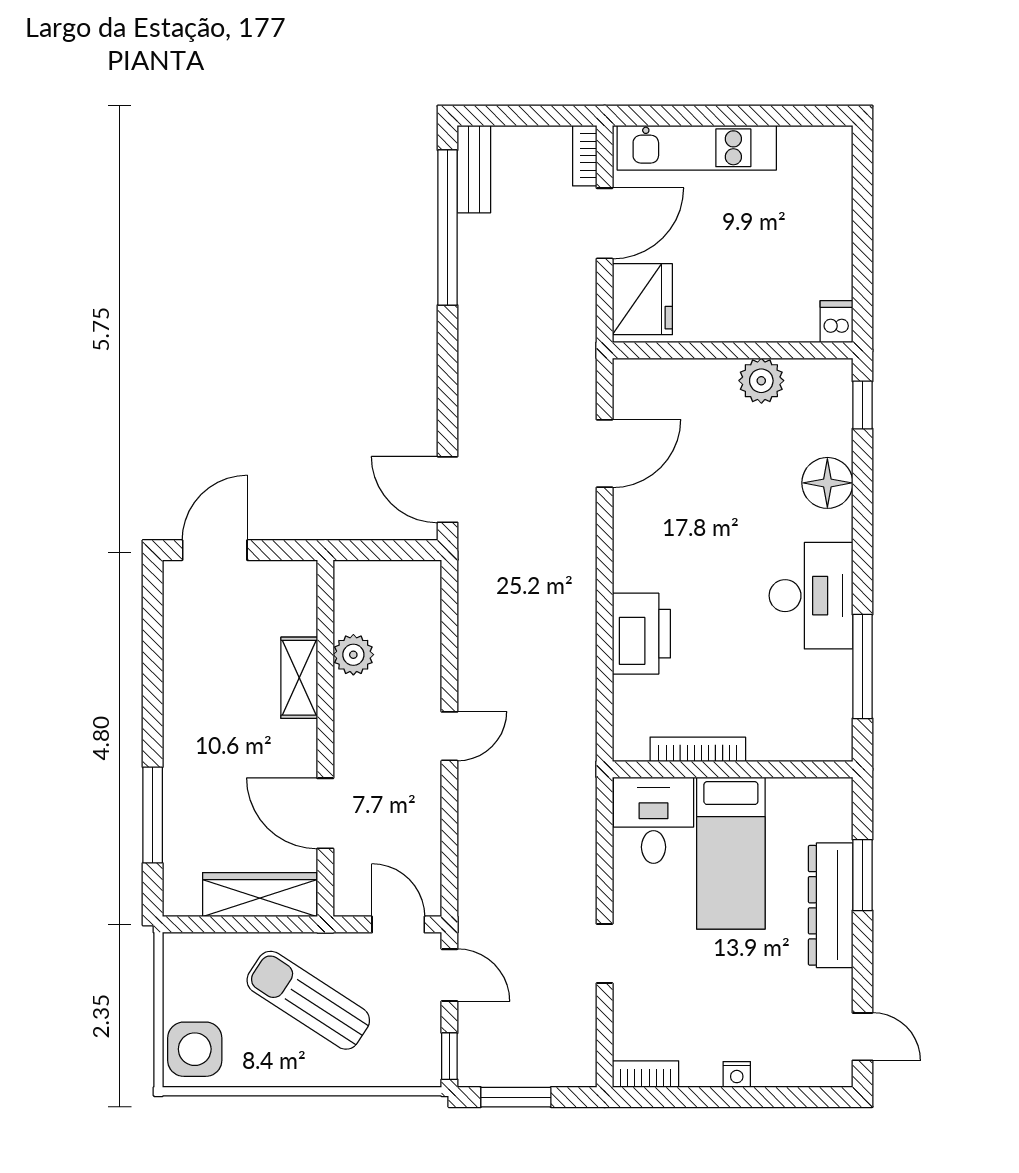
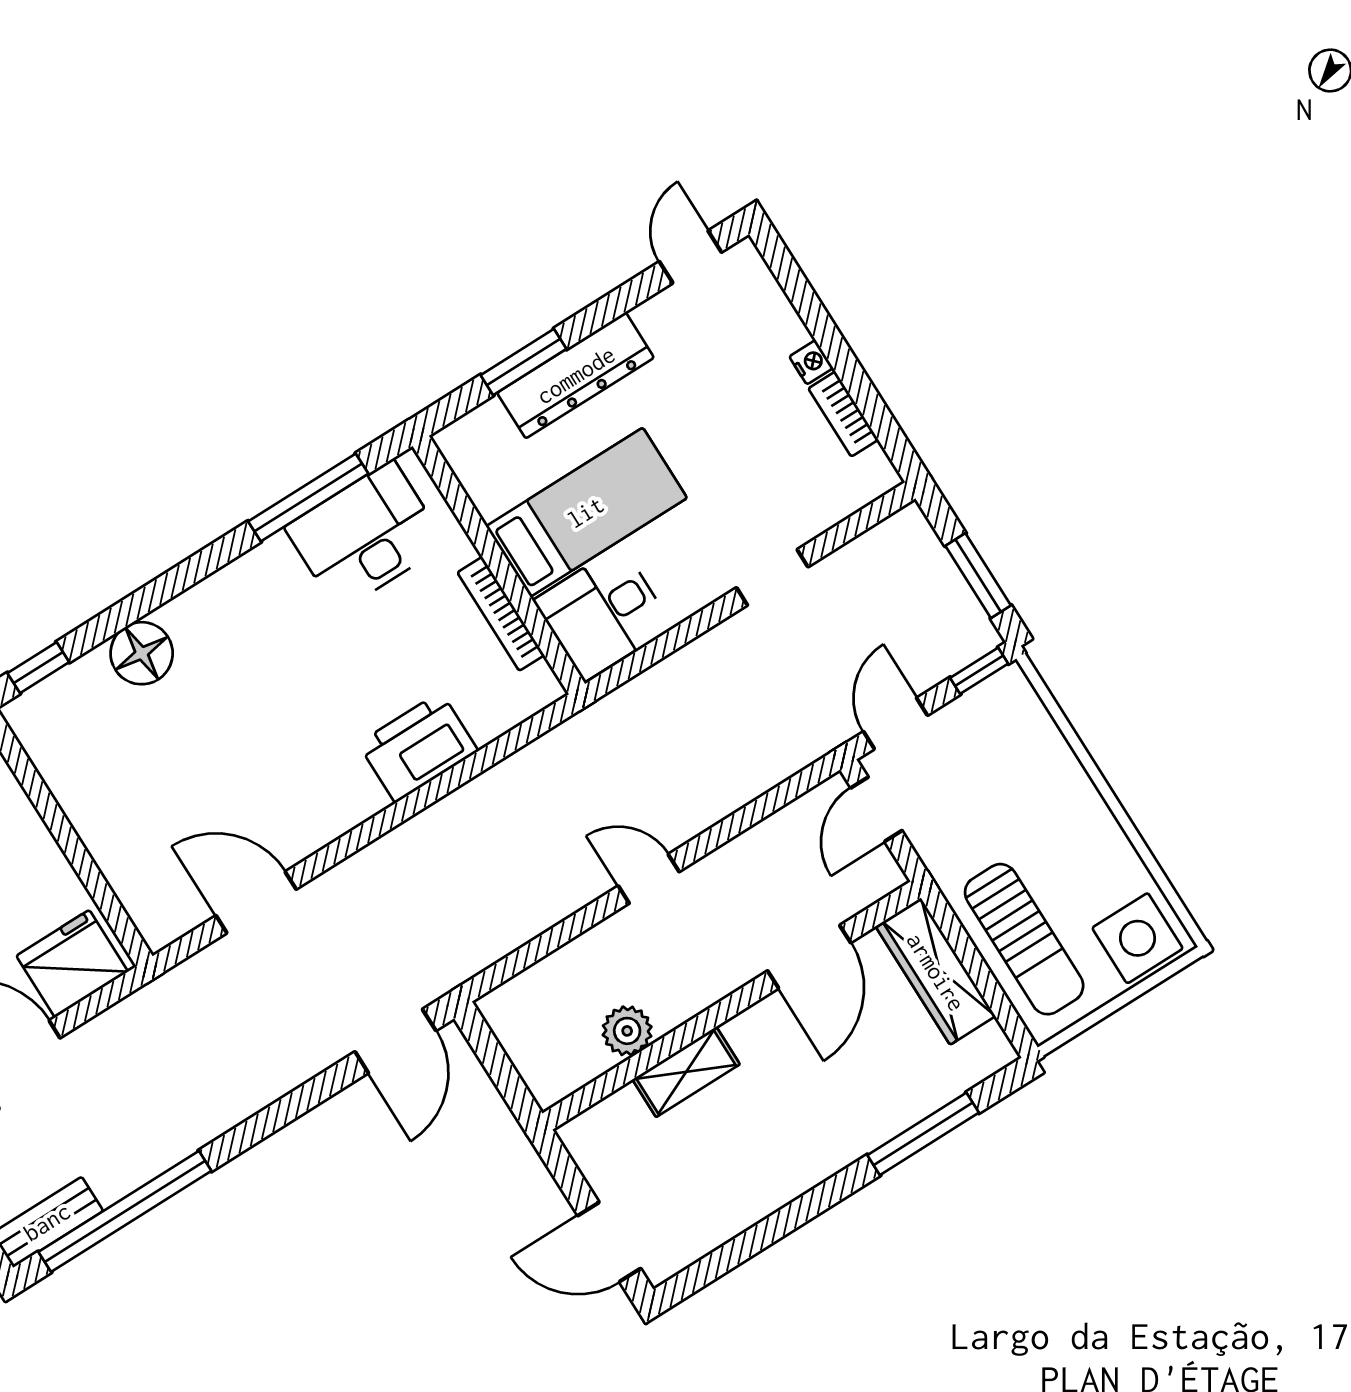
plant: (761, 381) -> (79, 788), removed
desk: (811, 596) -> (365, 536), moved
sun lounger: (308, 1000) -> (1024, 939), moved, turned -33
bookcase: (645, 1074) -> (843, 414), moved

